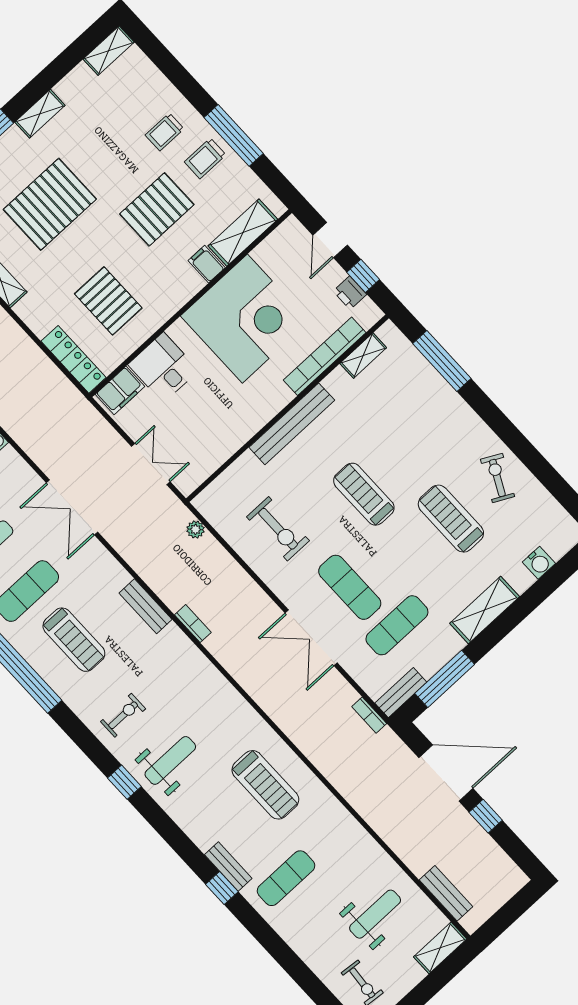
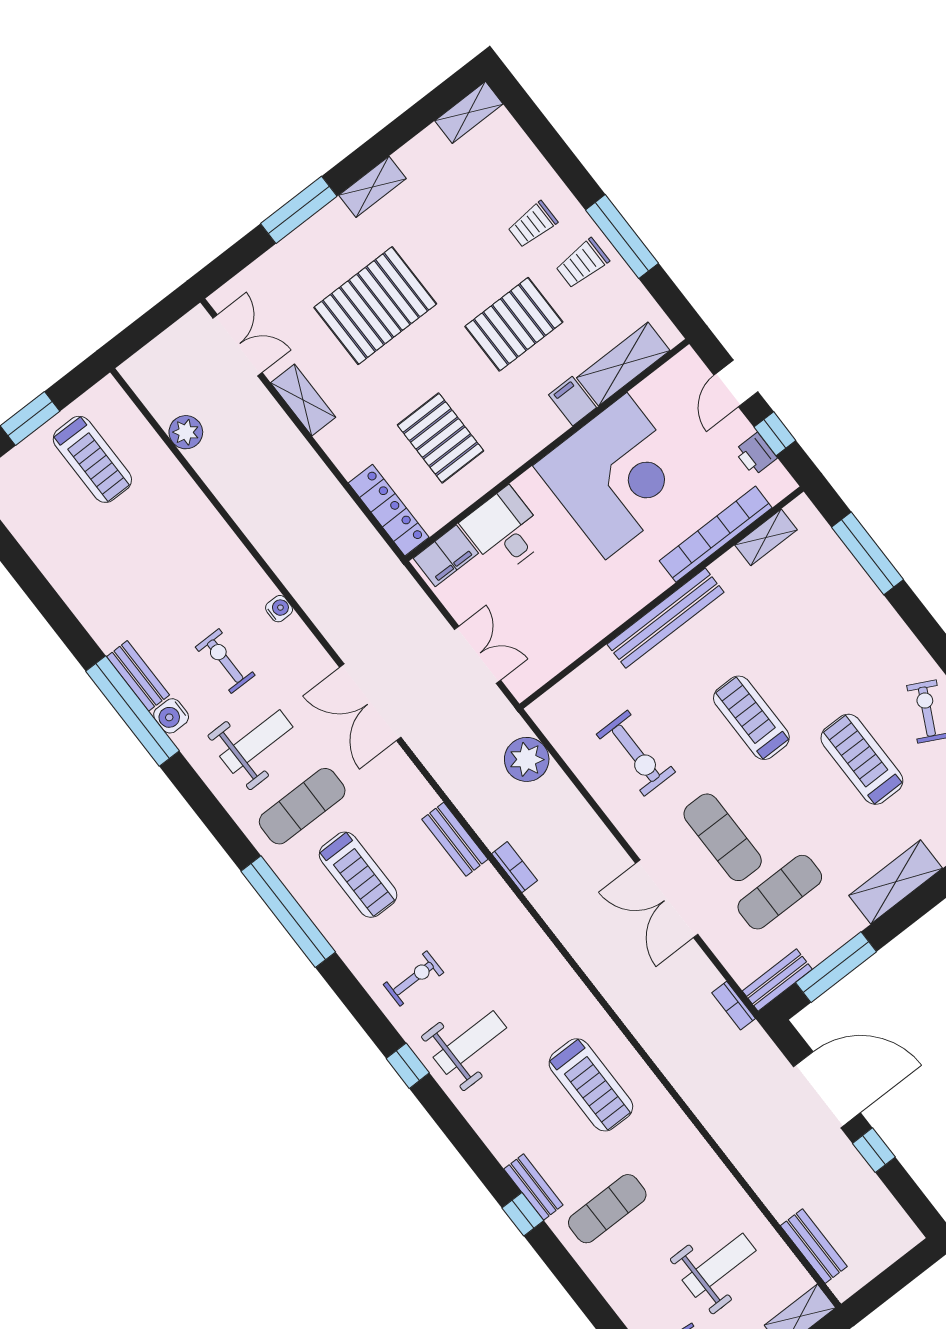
plant: (196, 529) -> (527, 759), width x1.88, depth x1.88

